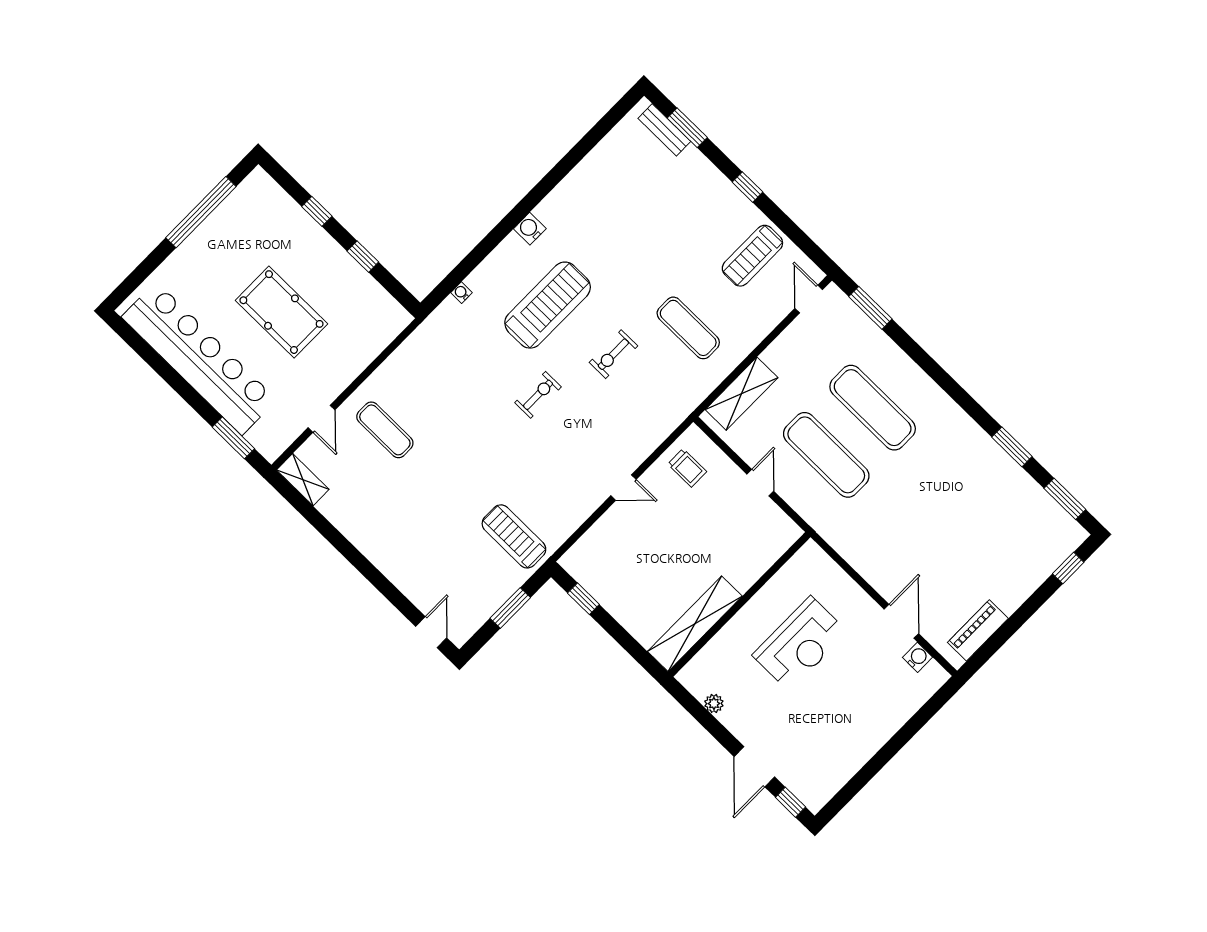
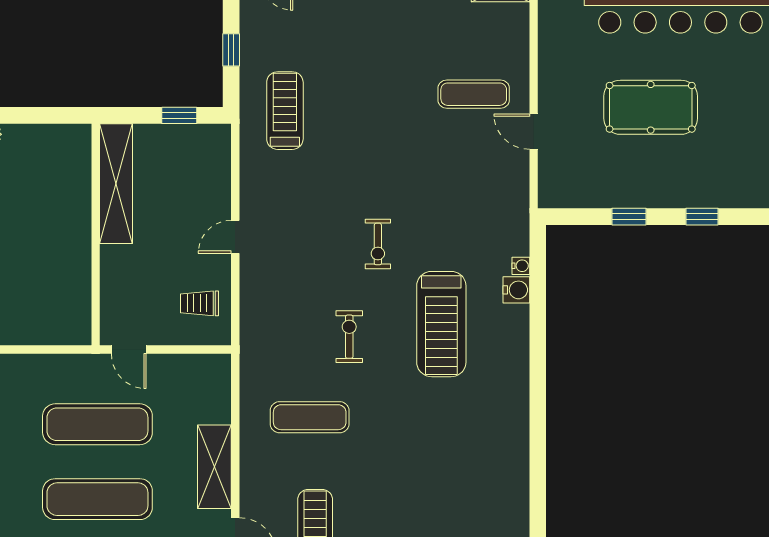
water cooler: (530, 229) -> (516, 290), moved
shelving: (742, 394) -> (214, 467), moved
door: (322, 419) -> (534, 132), moved
treadmill: (514, 536) -> (285, 111), turned -90
wall: (739, 604) -> (96, 234), moved
window: (510, 608) -> (231, 50), width x0.67
shelving: (695, 624) -> (116, 184), moved

